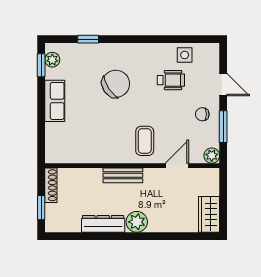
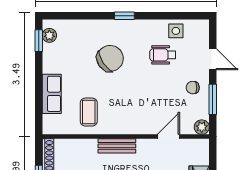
window: (88, 39) -> (124, 16), moved
wheelchair: (171, 80) -> (163, 55), turned 180
row of seats: (55, 101) -> (52, 94), moved
coffee table: (145, 141) -> (89, 112), moved

